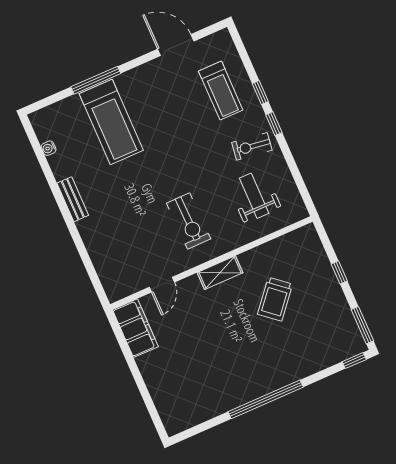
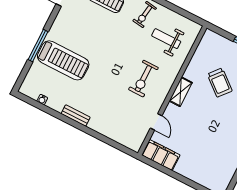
exercise bike: (189, 221) -> (143, 79), turned 91

